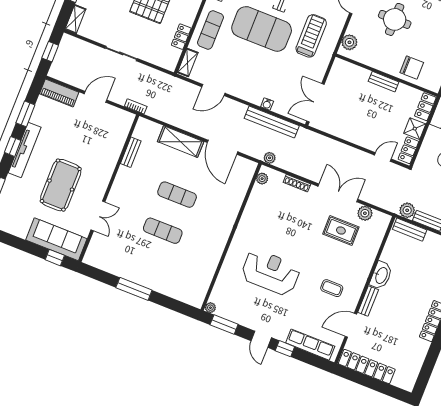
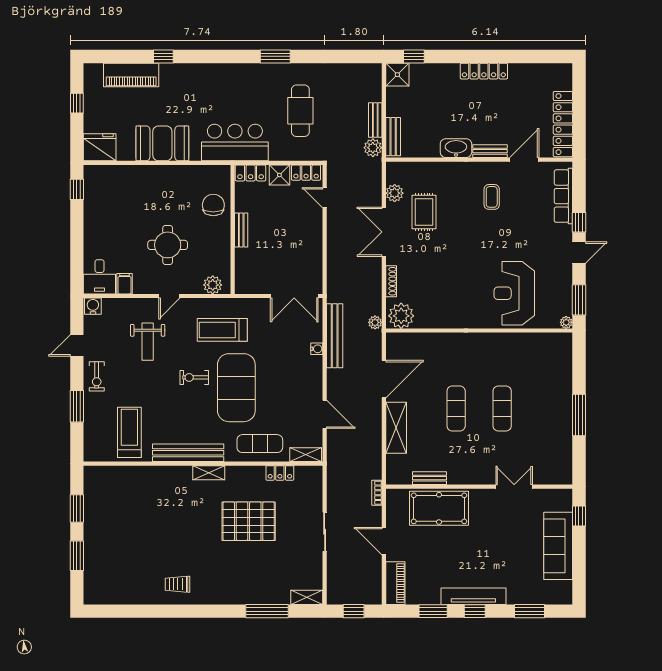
plant: (262, 179) -> (401, 316), width x1.88, depth x1.88
pool table: (61, 185) -> (439, 508), moved
sofa: (56, 239) -> (558, 546), moved
reception desk: (271, 272) -> (514, 293), moved
door: (351, 325) -> (524, 160), swing flipped

